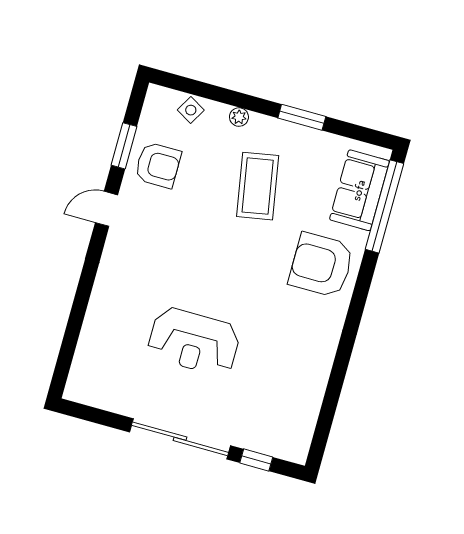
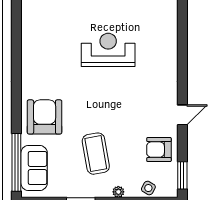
window: (124, 146) -> (182, 175), moved
armchair: (321, 265) -> (45, 117), turned -90

